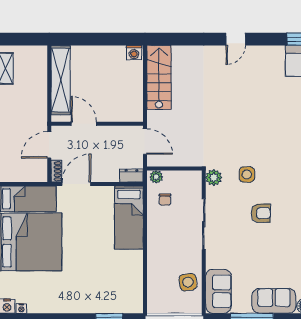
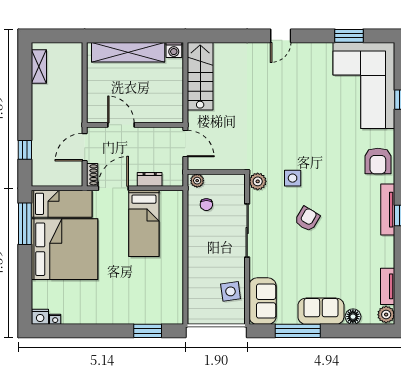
shelving: (61, 80) -> (128, 52), moved, turned 90
dresser: (131, 176) -> (150, 179), moved
armchair: (261, 213) -> (307, 219), turned -59
bed: (129, 218) -> (144, 223), moved

